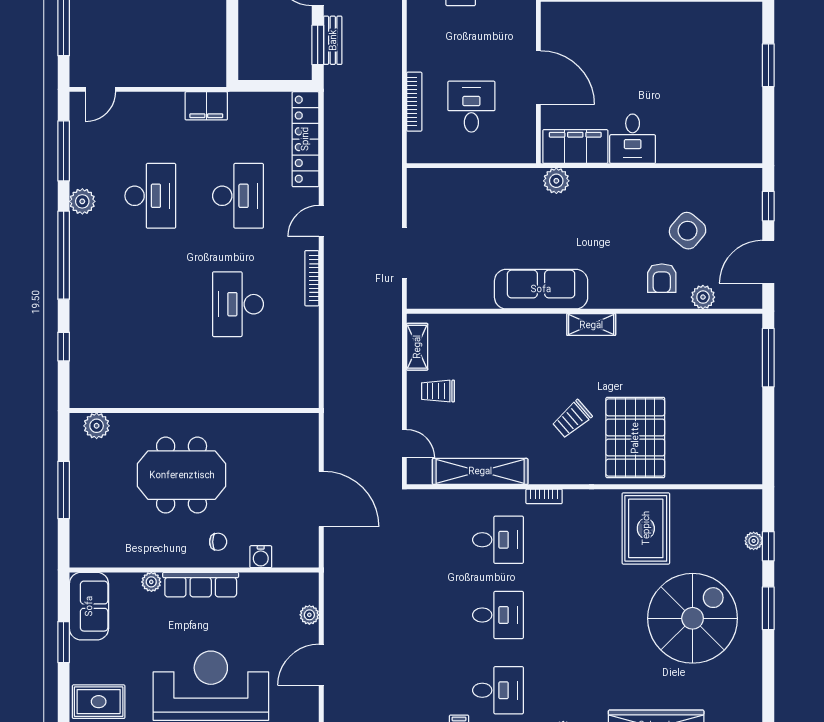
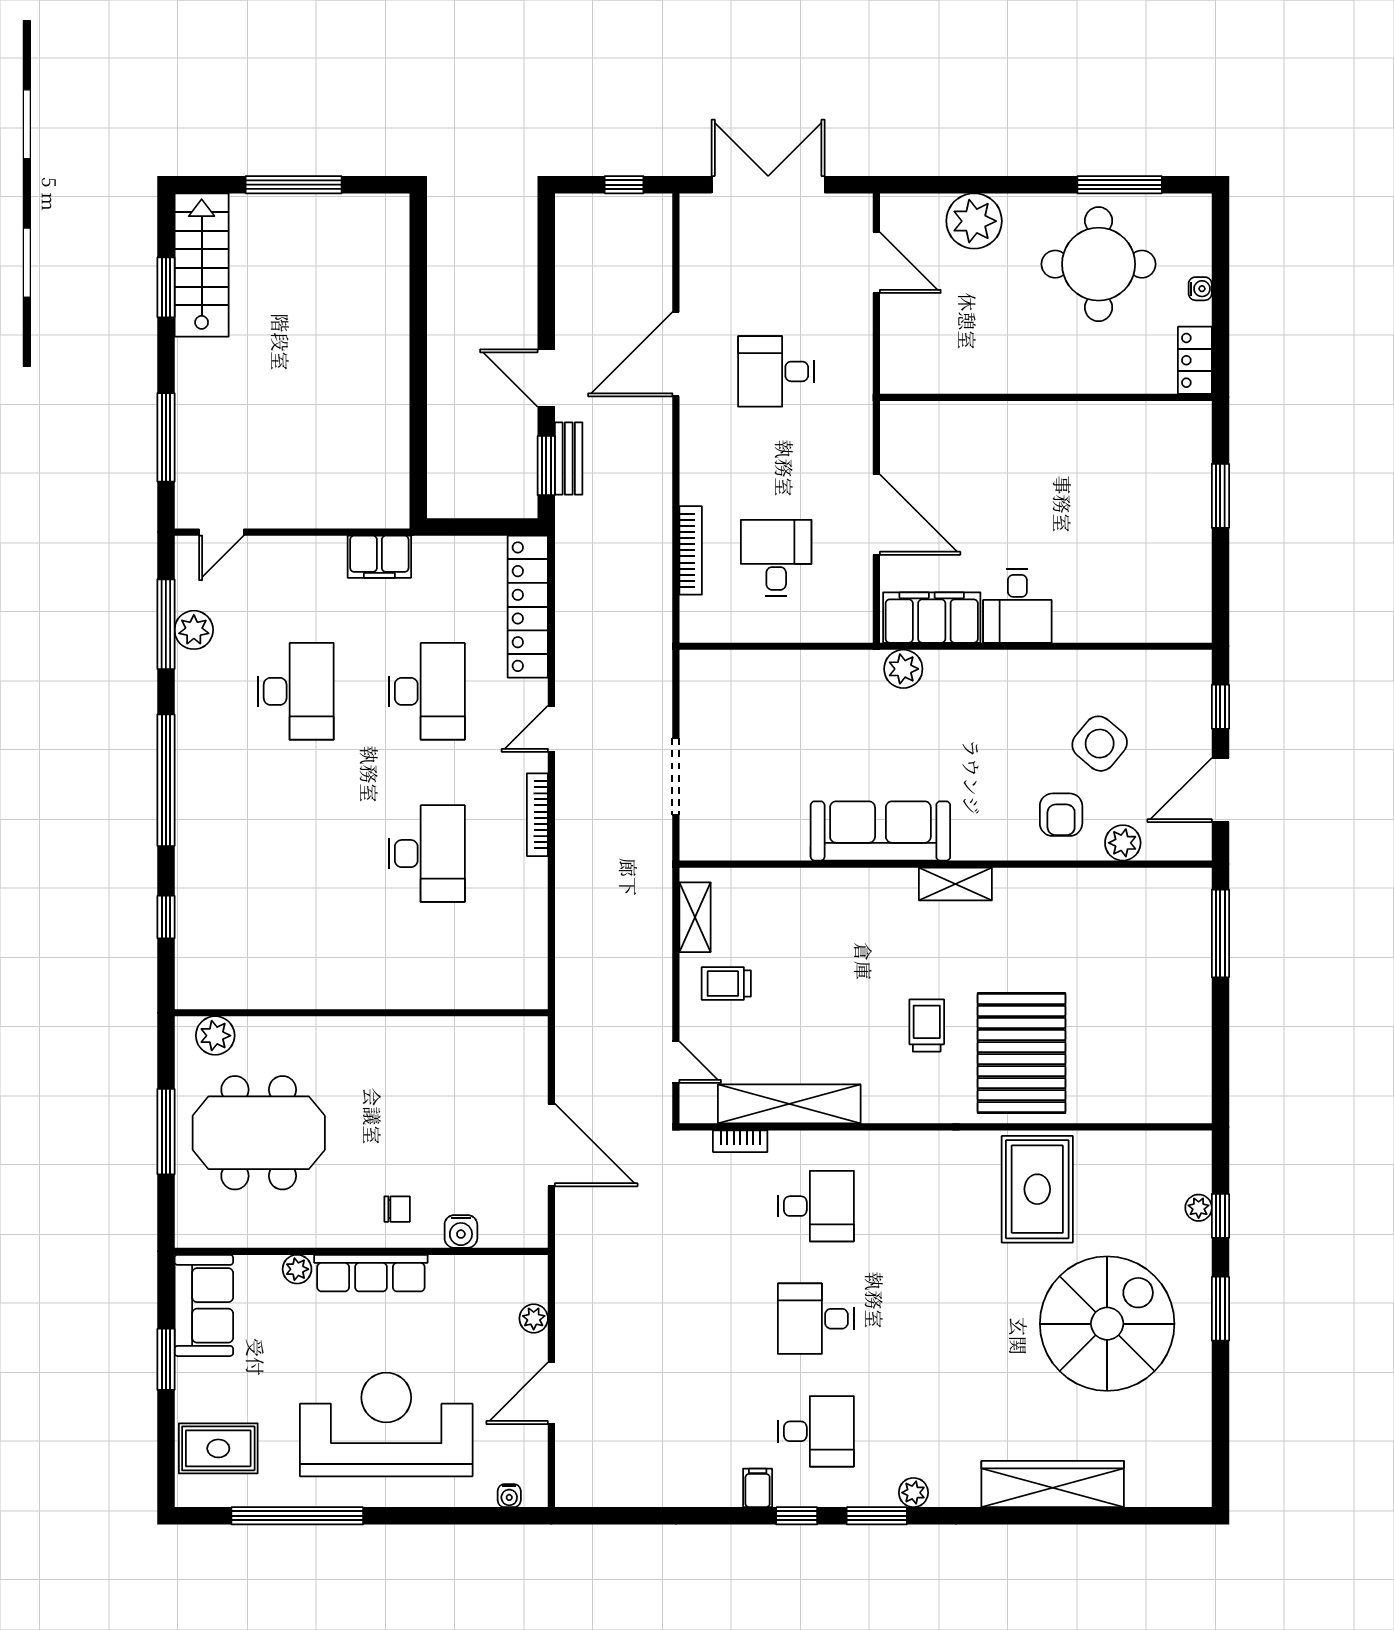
plant: (82, 201) -> (194, 630), moved
desk: (238, 304) -> (427, 854), turned 180
trolley: (572, 419) -> (927, 1025), turned 131
meeting table: (182, 475) -> (259, 1133), moved
bookcase: (544, 496) -> (740, 1141), moved
desk: (498, 615) -> (816, 1319), turned 180

